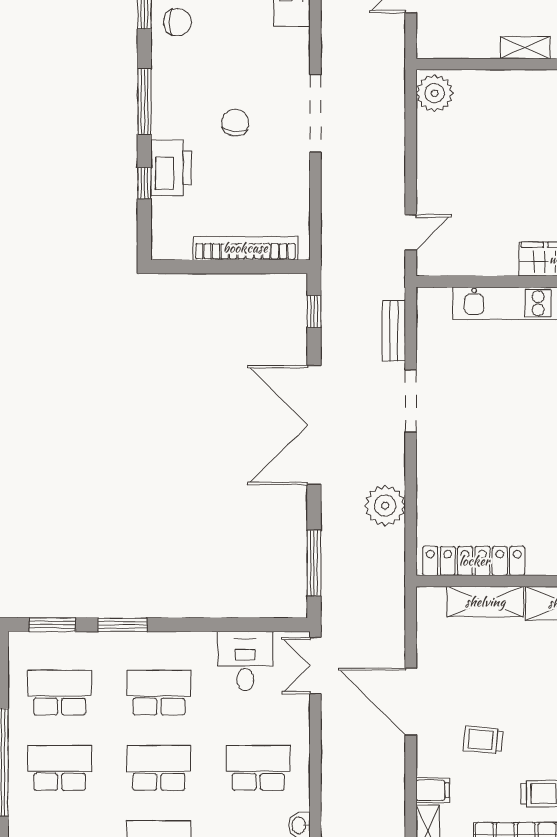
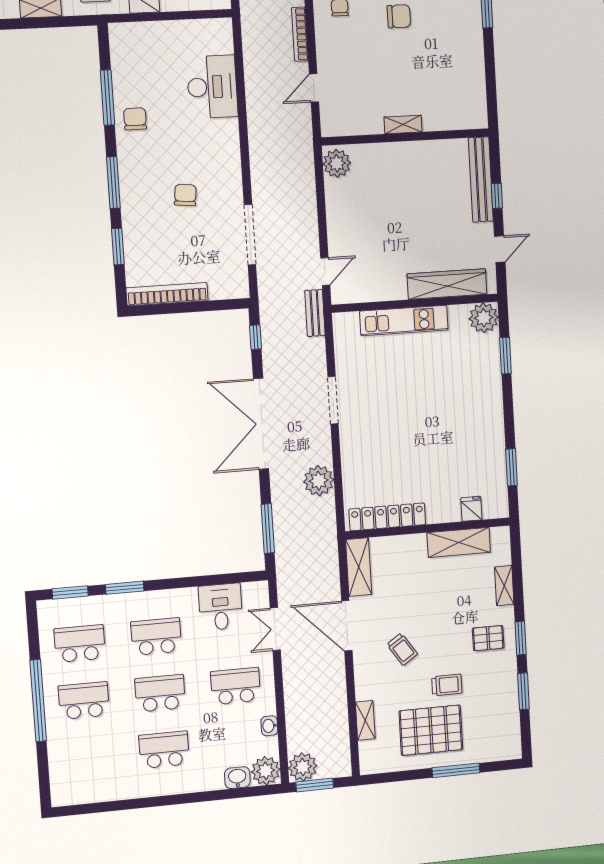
chair: (177, 22) -> (135, 119), turned -90
doorway: (315, 113) -> (250, 235), moved
printer: (171, 168) -> (138, 233), removed
window: (144, 183) -> (118, 246), width x1.50
bookcase: (245, 248) -> (167, 294), moved
bench: (394, 331) -> (315, 313), moved
shelving: (485, 602) -> (359, 567), moved, turned 90
double door: (315, 666) -> (275, 629), moved
trolley: (483, 740) -> (402, 649), turned -129
filing cabinet: (433, 790) -> (367, 690), removed

